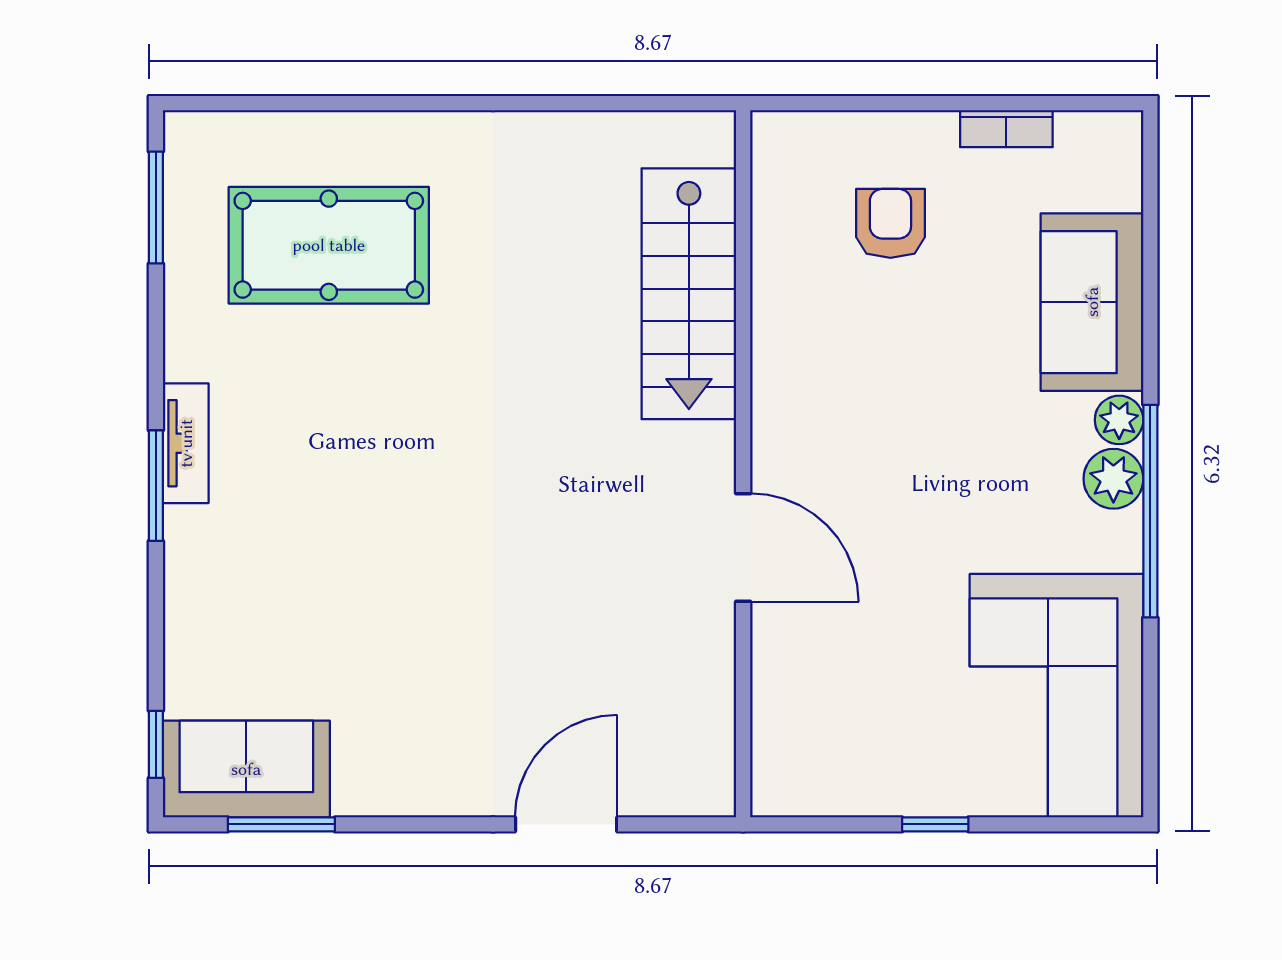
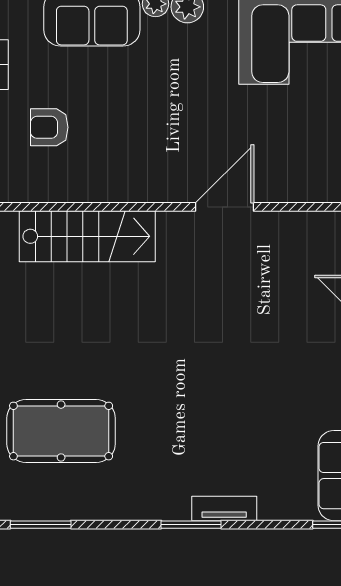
pool table: (329, 245) -> (61, 431), turned 90
tv unit: (186, 443) -> (224, 508), moved

